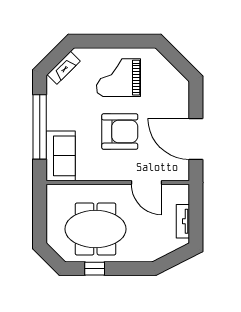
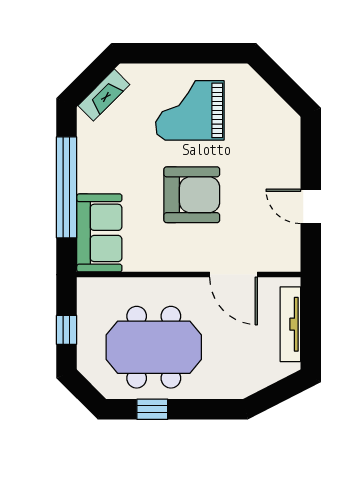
door: (196, 139) -> (311, 206), width x0.53
window: (40, 218) -> (67, 330), added
tv unit: (183, 221) -> (290, 324), width x1.41

